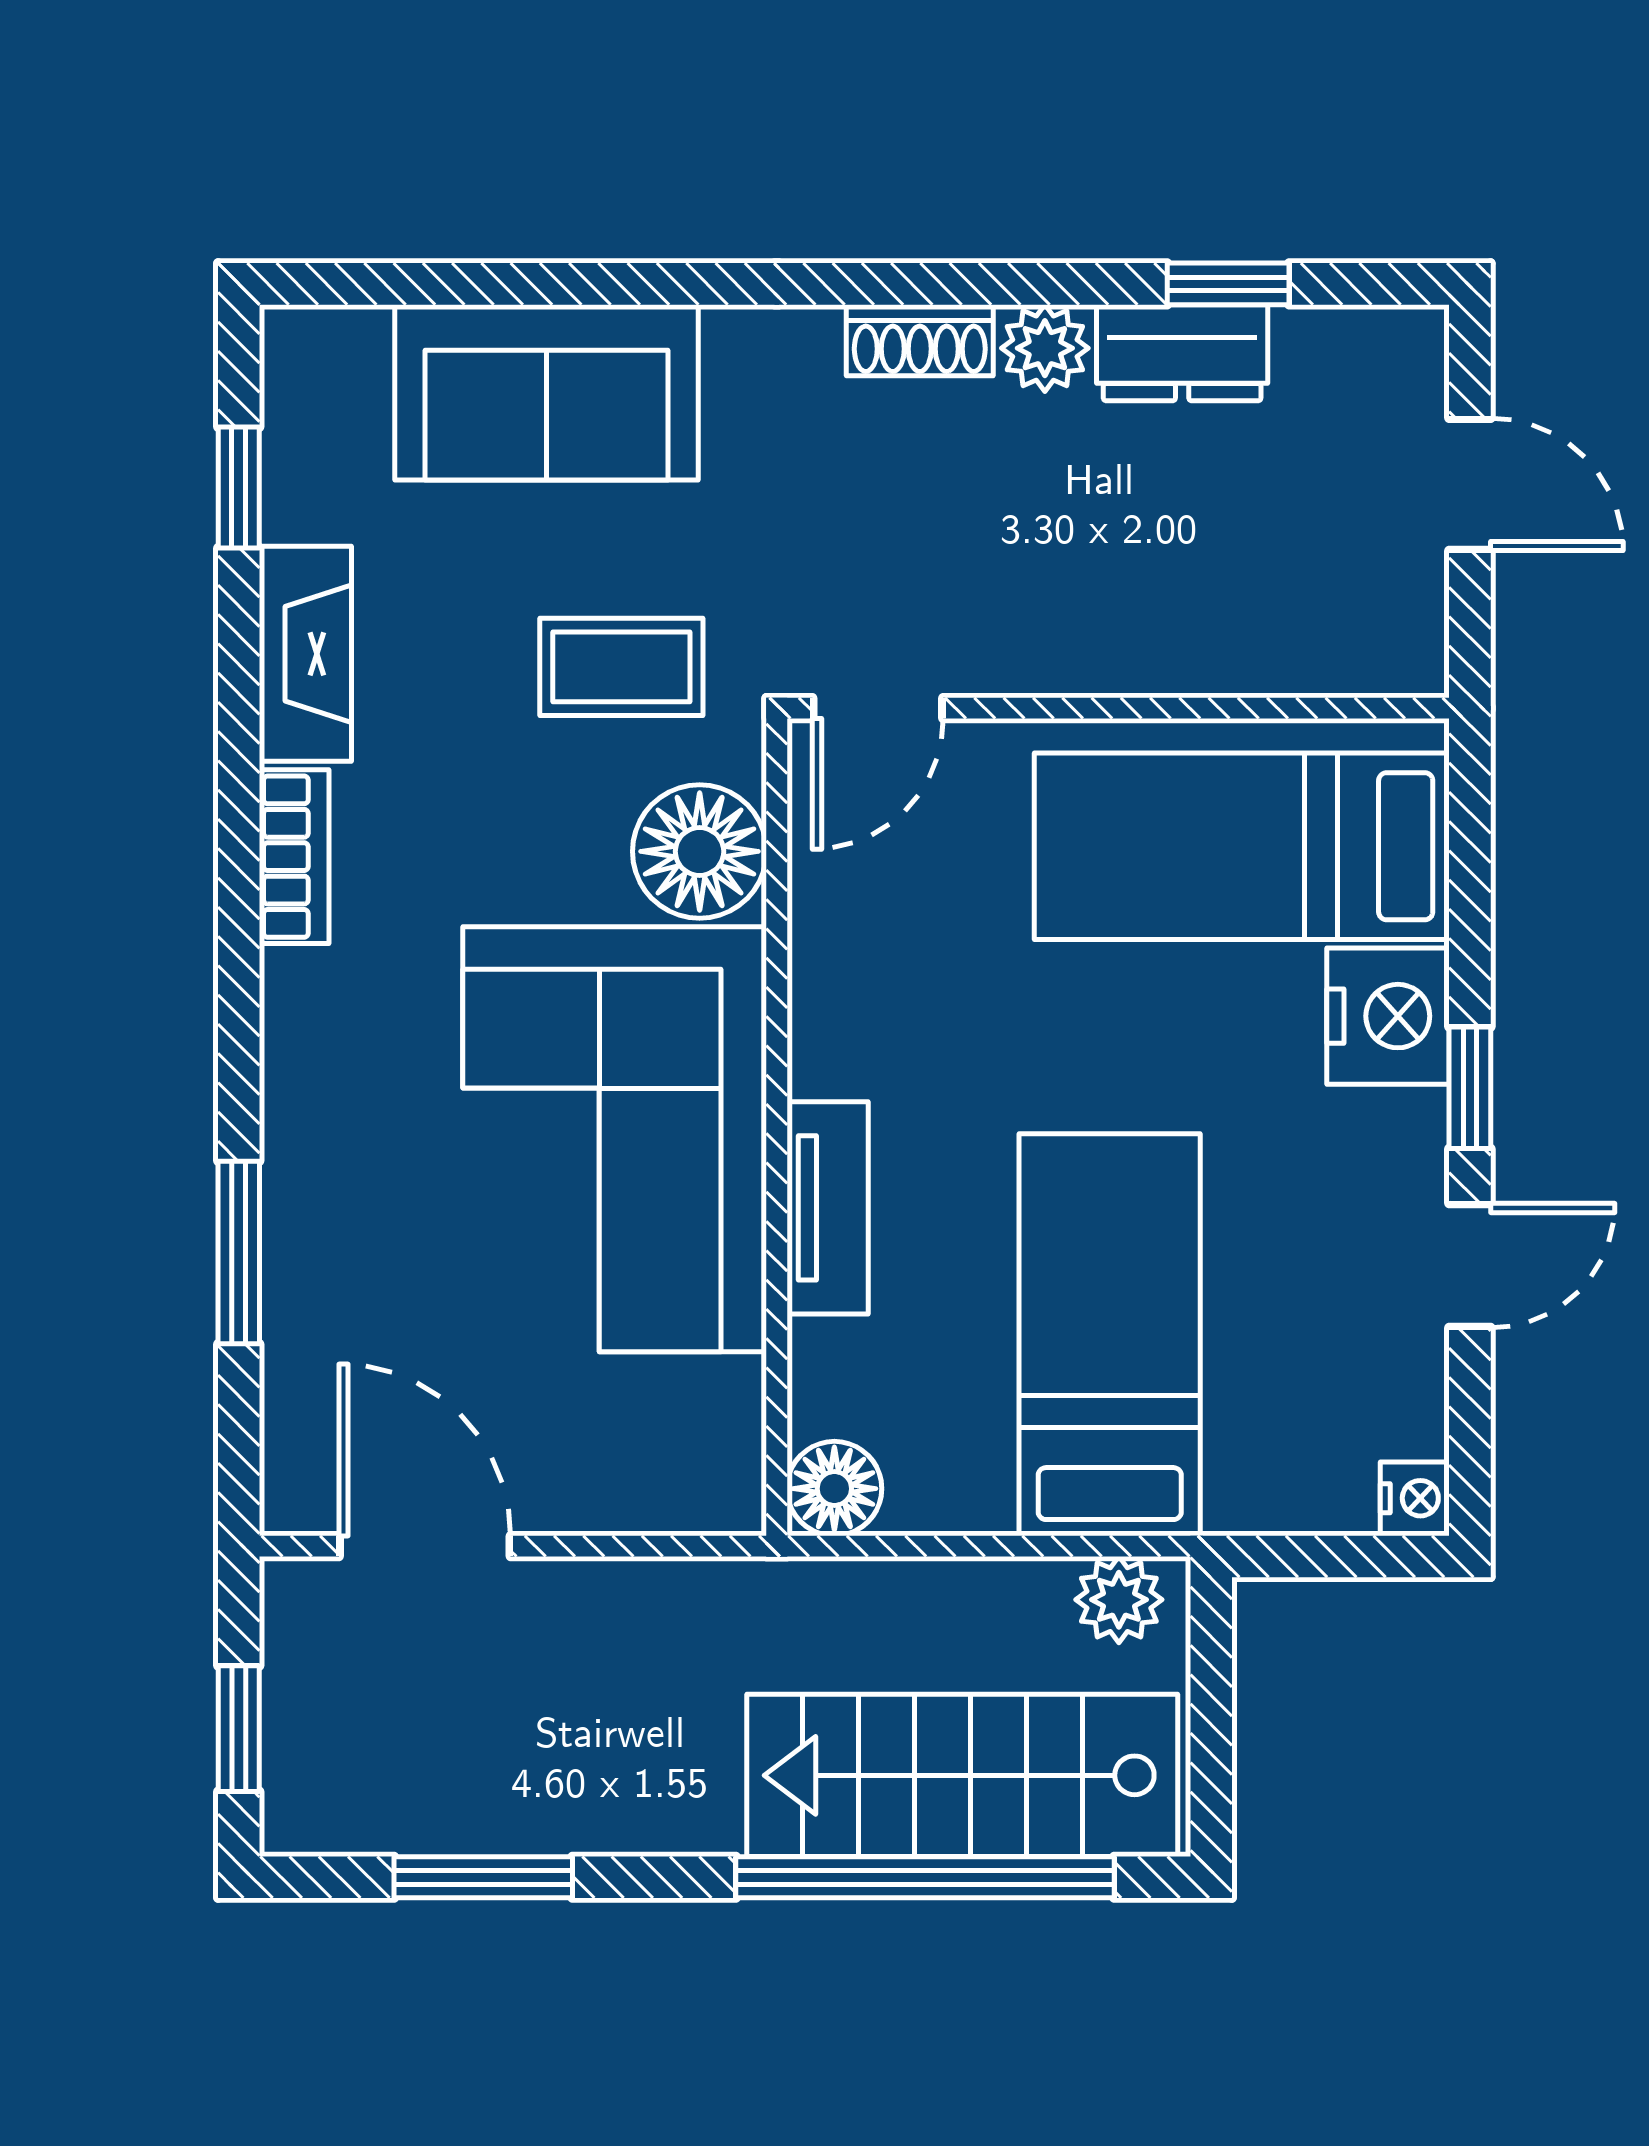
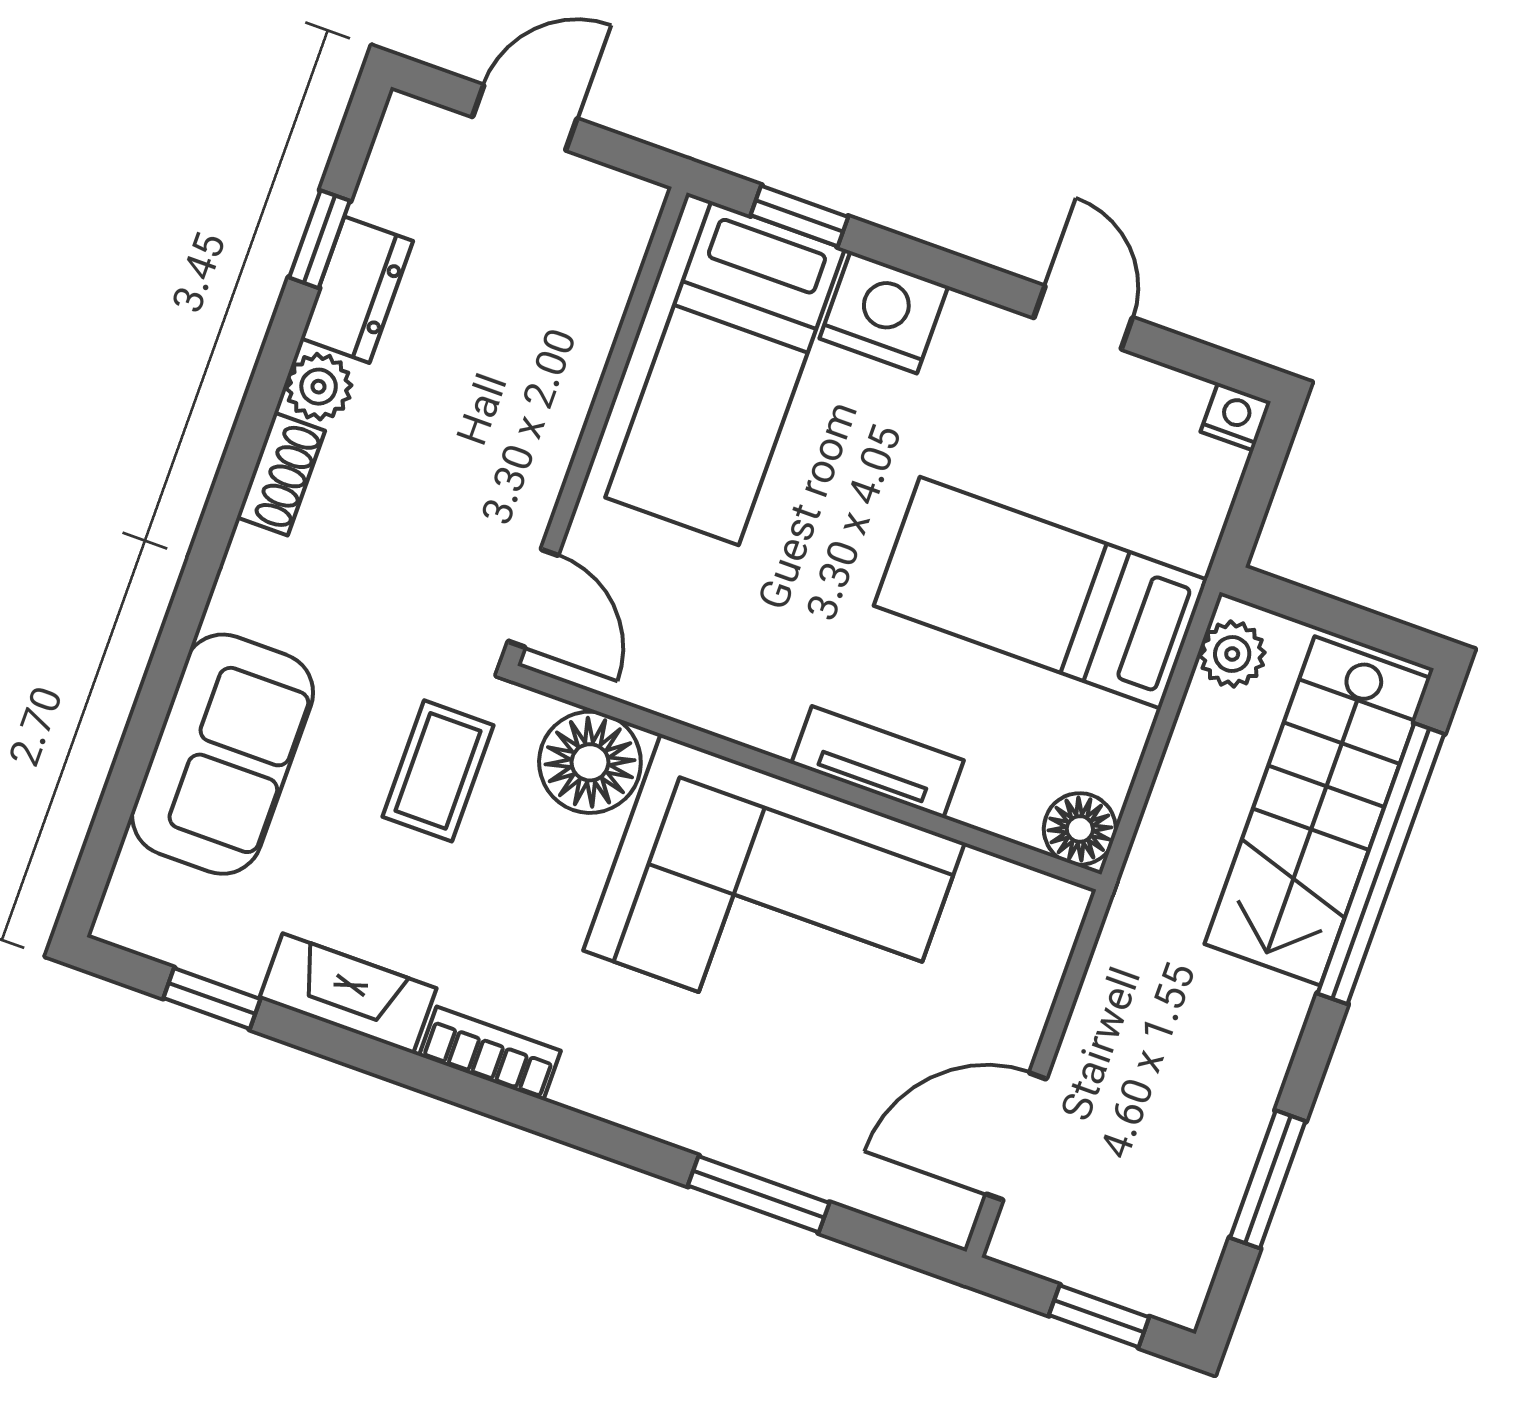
window: (1470, 1088) -> (799, 216), moved

